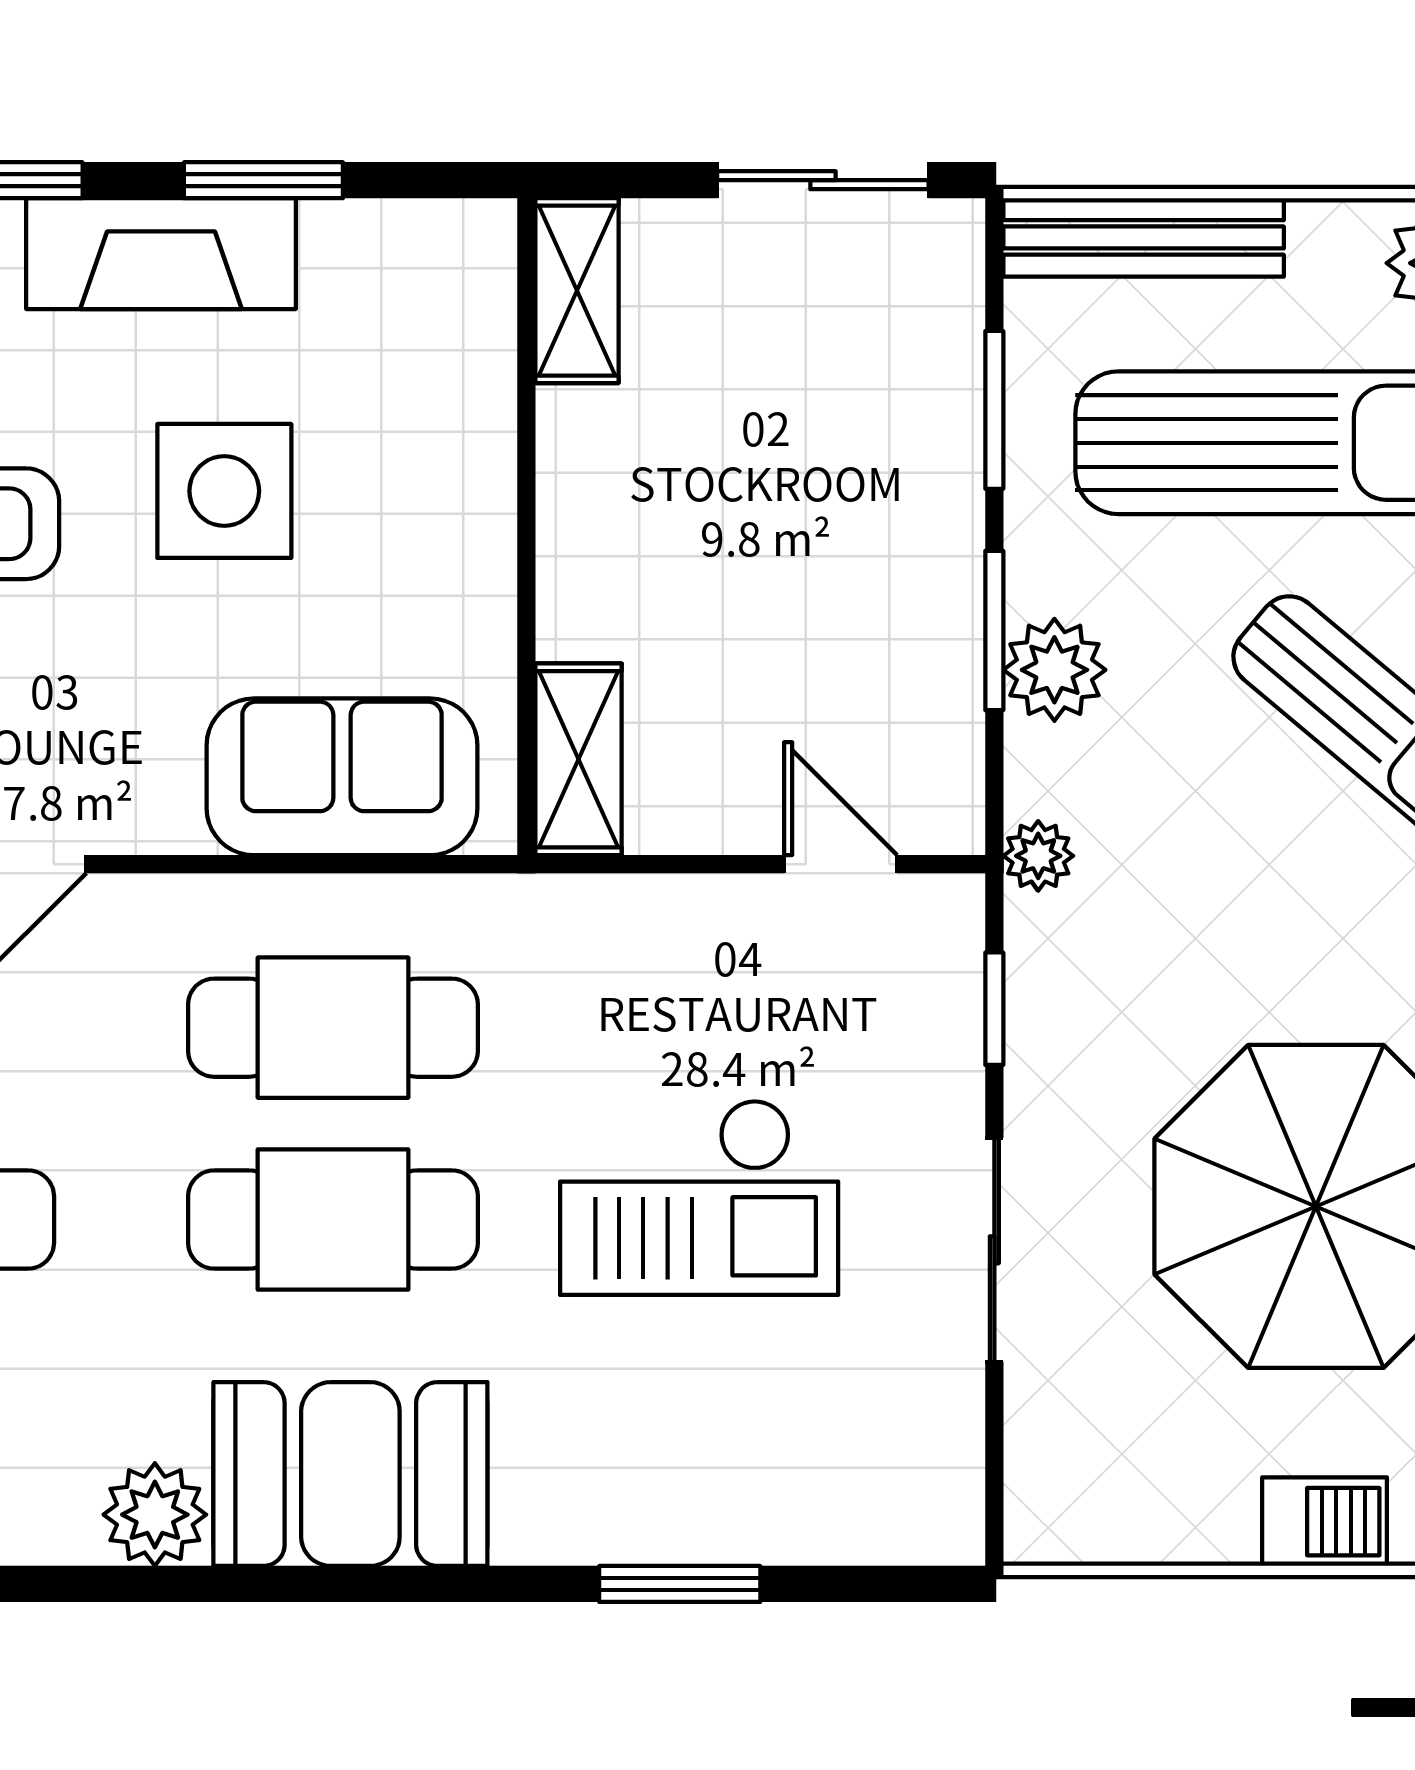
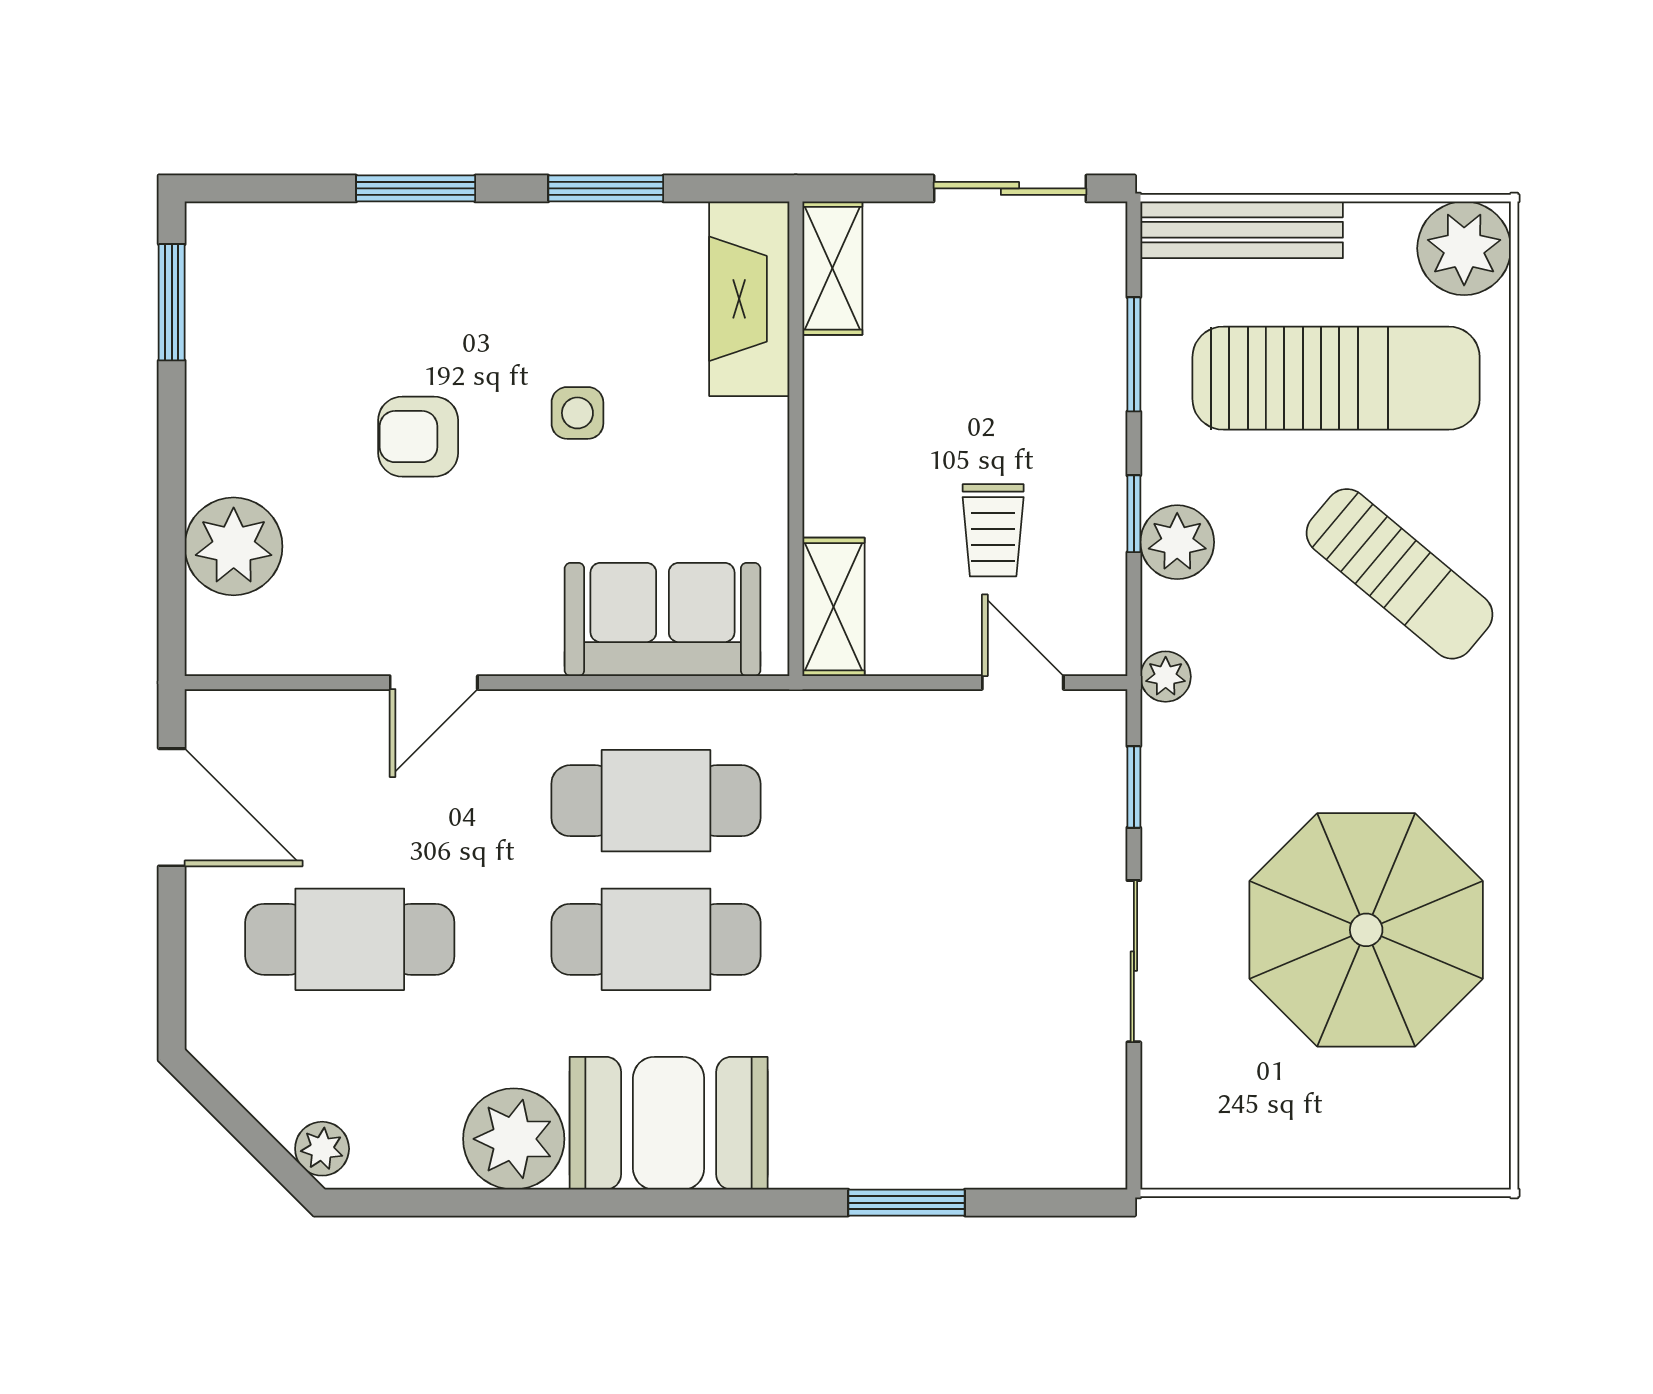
fireplace: (161, 254) -> (749, 299), moved, turned 90
side table: (224, 491) -> (577, 413), width x0.54, depth x0.54
window: (994, 631) -> (1134, 514), width x0.67
trolley: (800, 653) -> (993, 530), added
checkout: (699, 1197) -> (921, 923), removed
plant: (155, 1515) -> (514, 1139), width x1.36, depth x1.36
barbecue: (1325, 1522) -> (1372, 1158), removed

